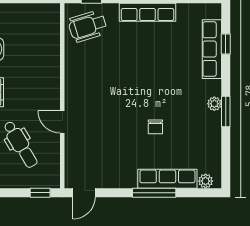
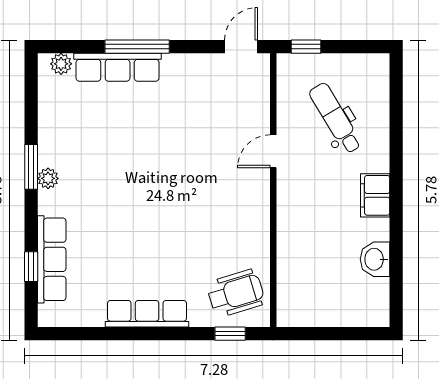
door: (62, 122) -> (273, 151), swing flipped
chair: (155, 127) -> (135, 144), removed

